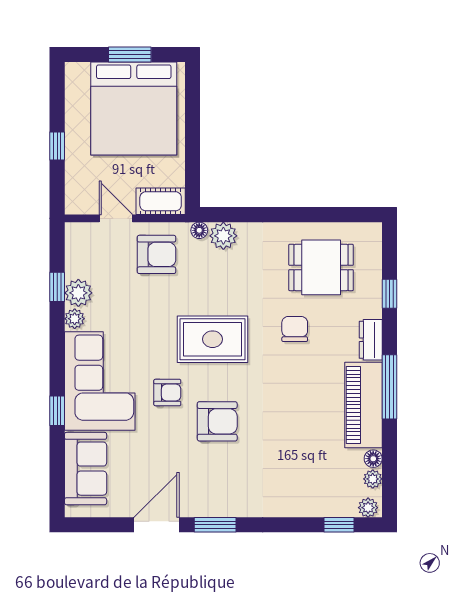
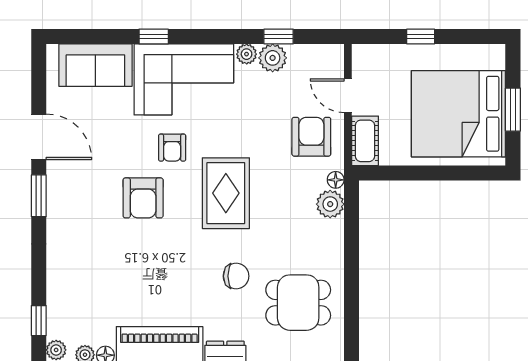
door: (116, 218) -> (348, 96), swing flipped
armchair: (156, 254) -> (311, 137), turned 180
dining table: (321, 267) -> (298, 303), turned 90

